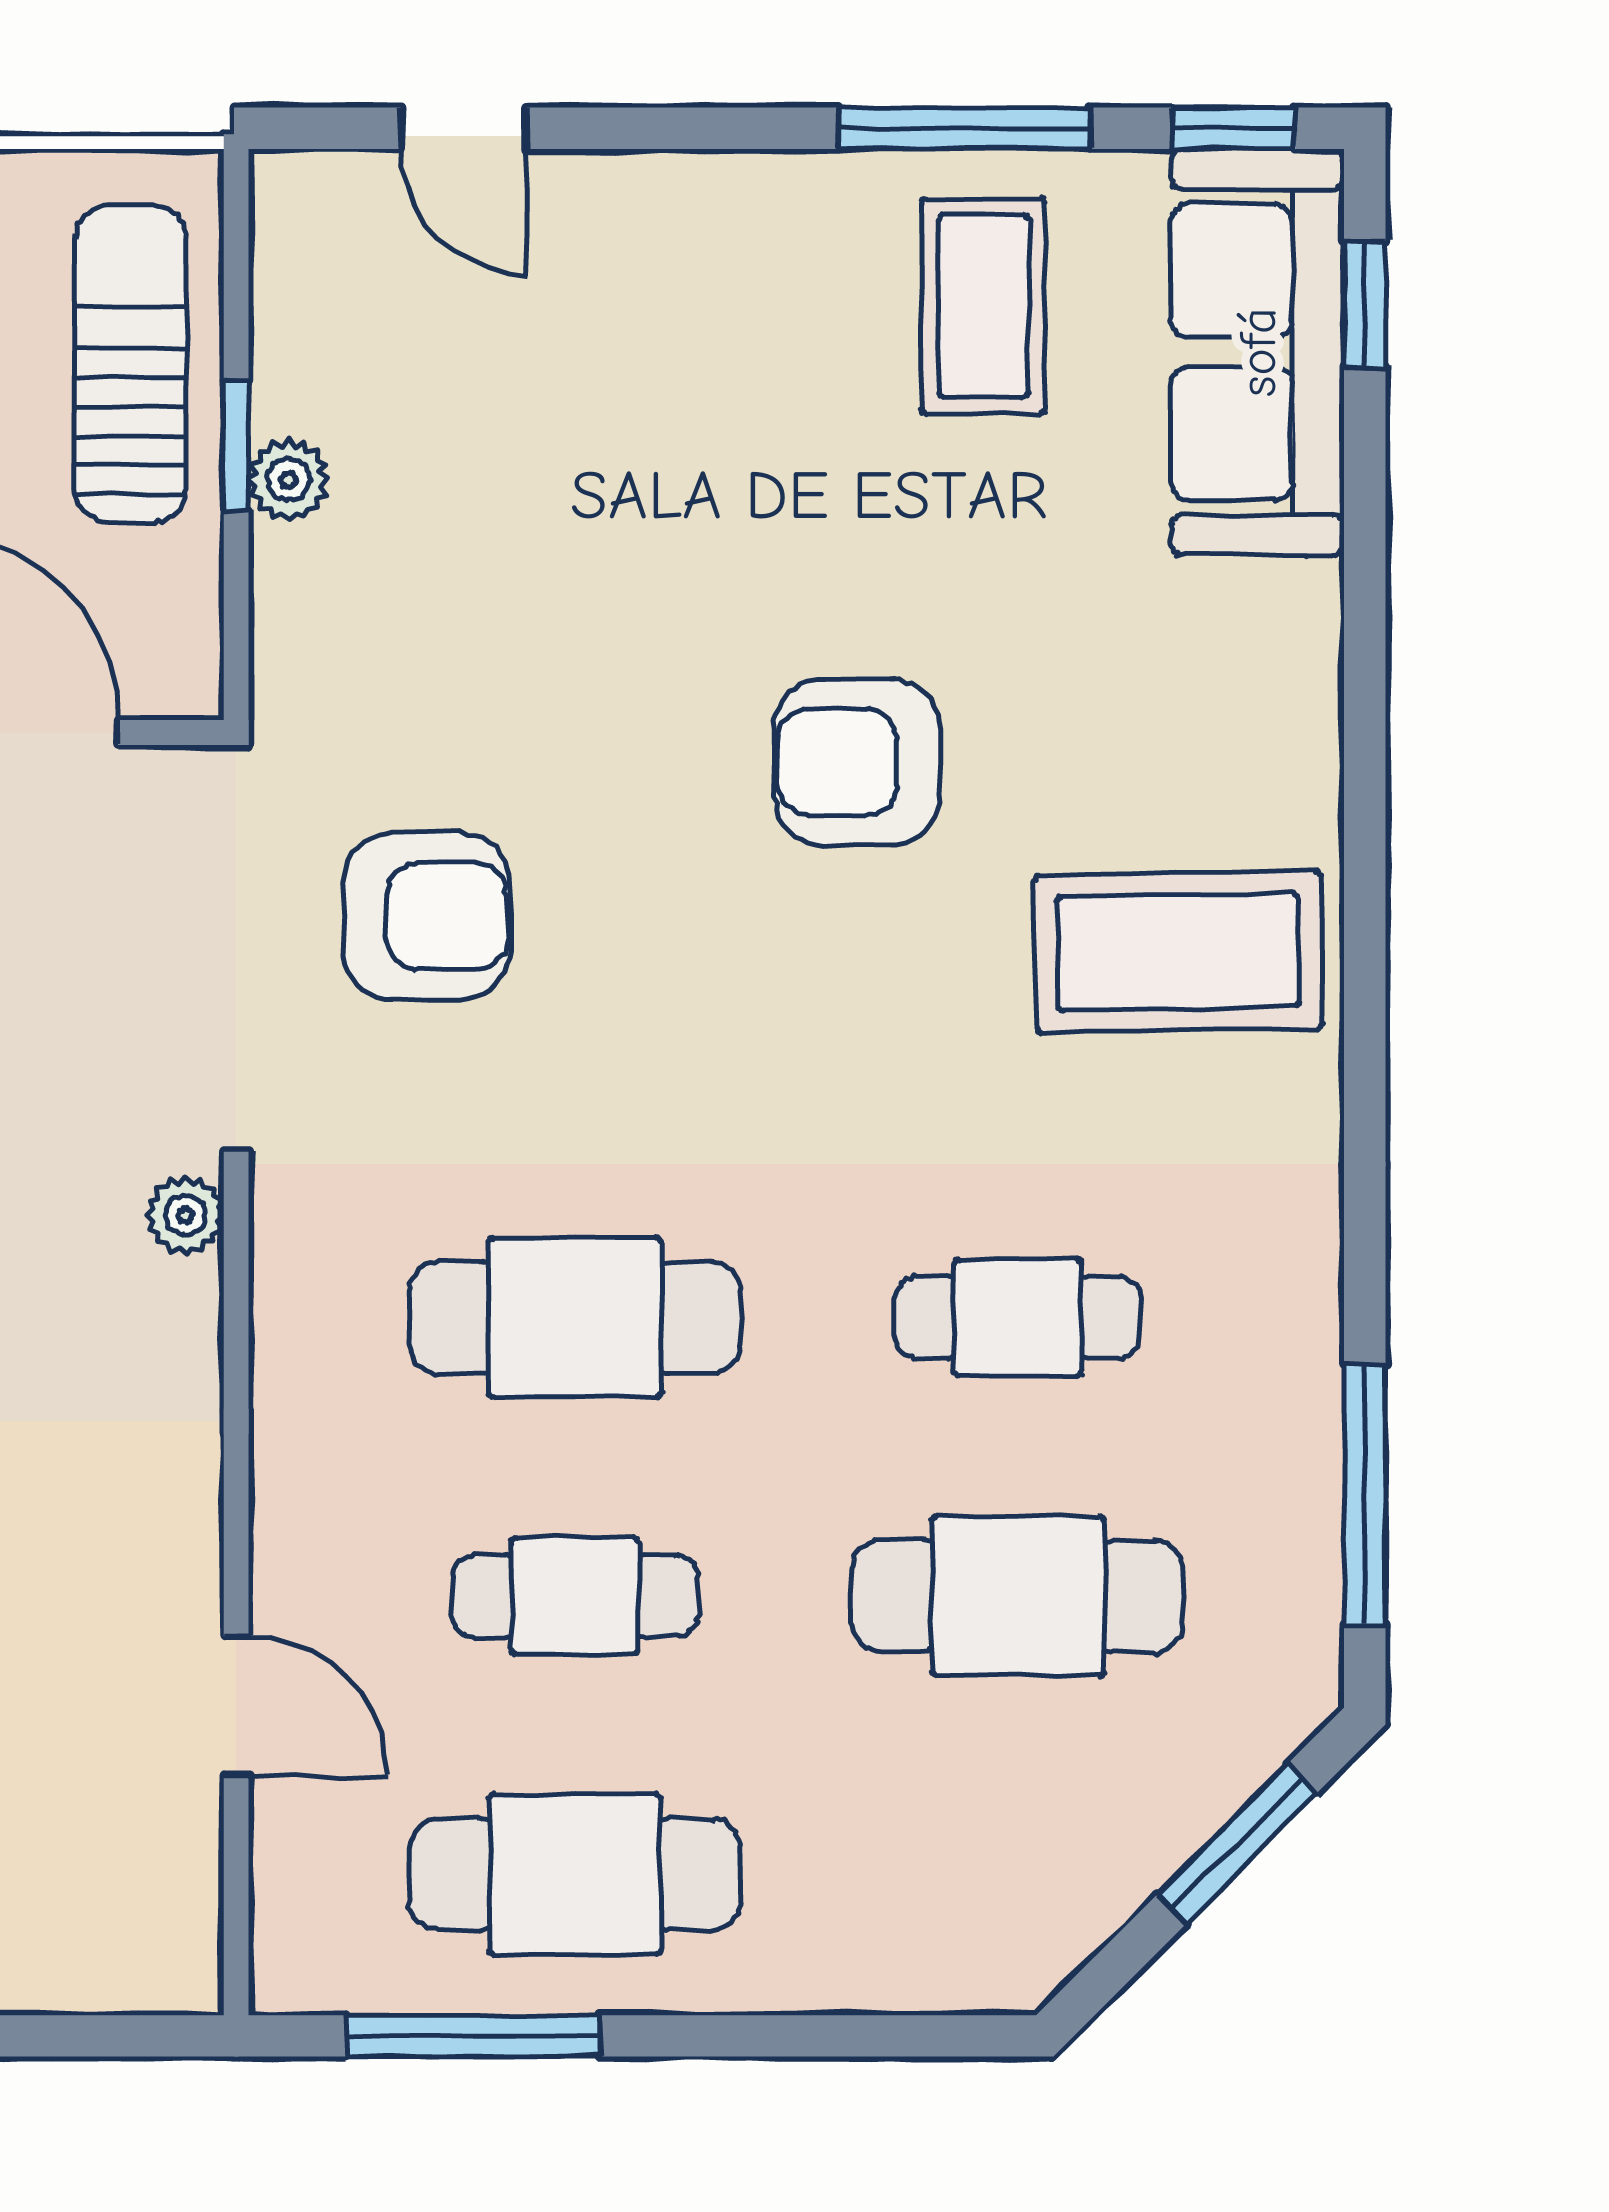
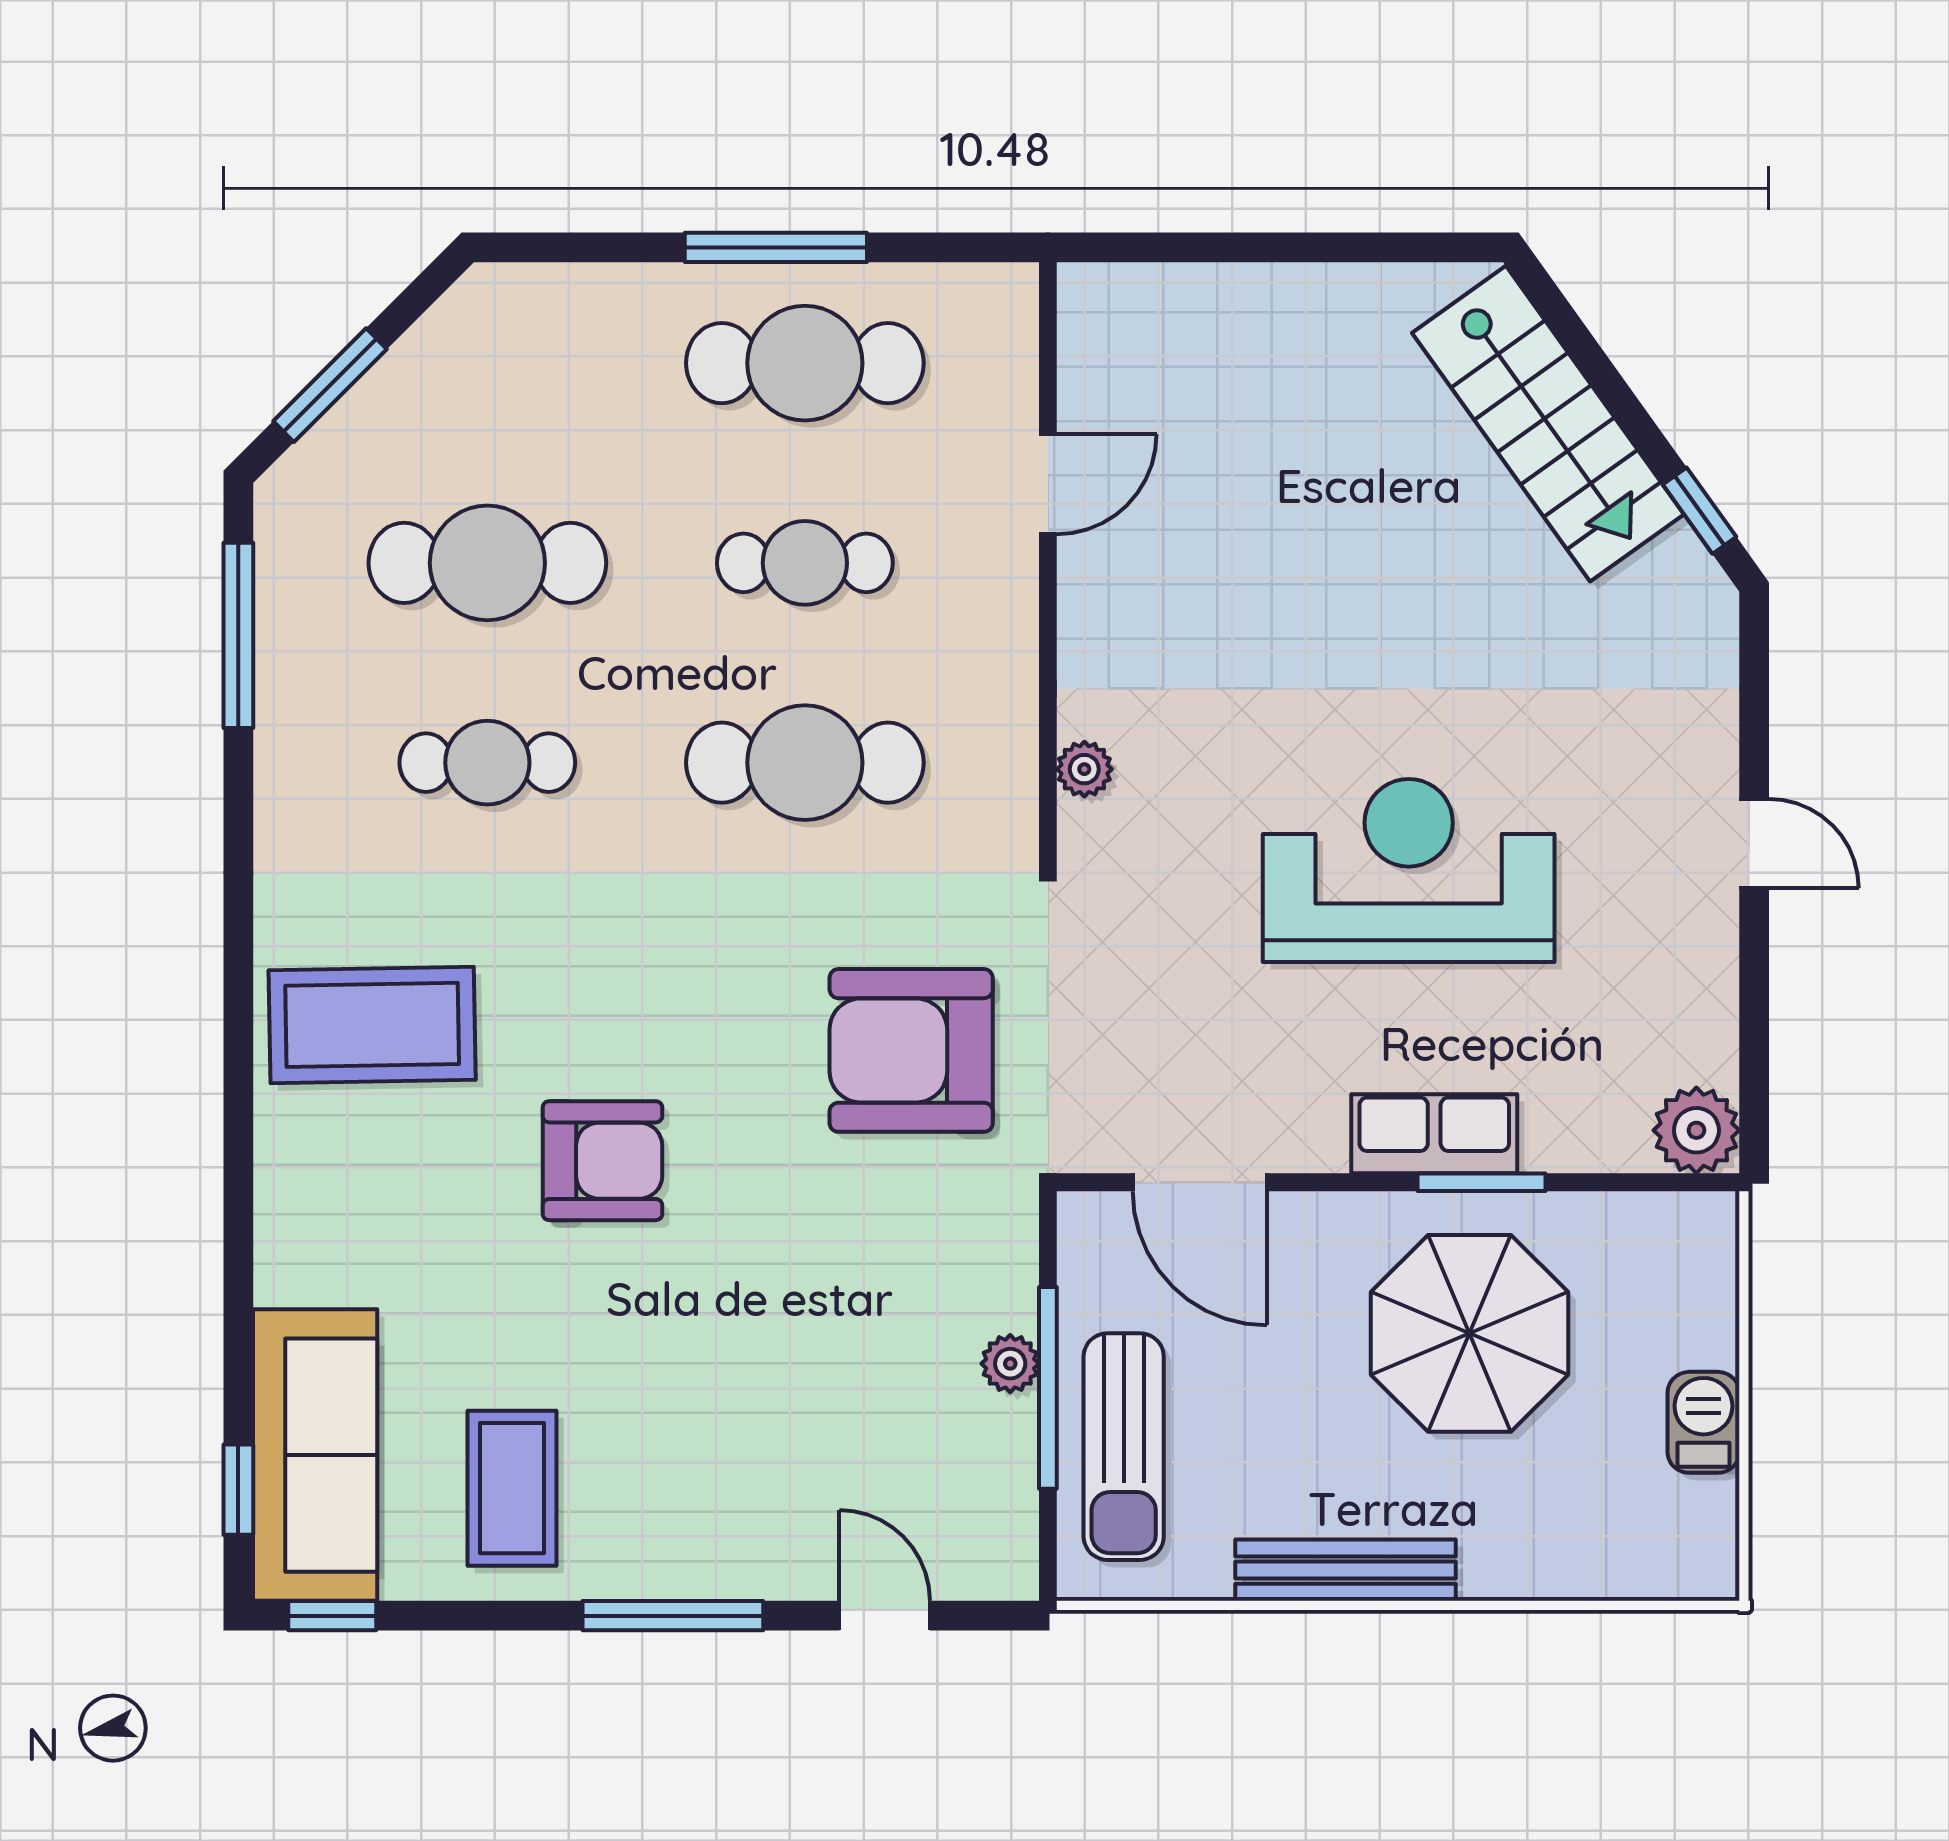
window: (965, 128) -> (673, 1616), moved
window: (236, 446) -> (1048, 1388), width x2.17
armchair: (427, 916) -> (911, 1050), width x1.36, depth x1.36
plant: (185, 1215) -> (1084, 769), moved
door: (236, 1706) -> (1048, 484), swing flipped
window: (473, 2036) -> (776, 247), moved

